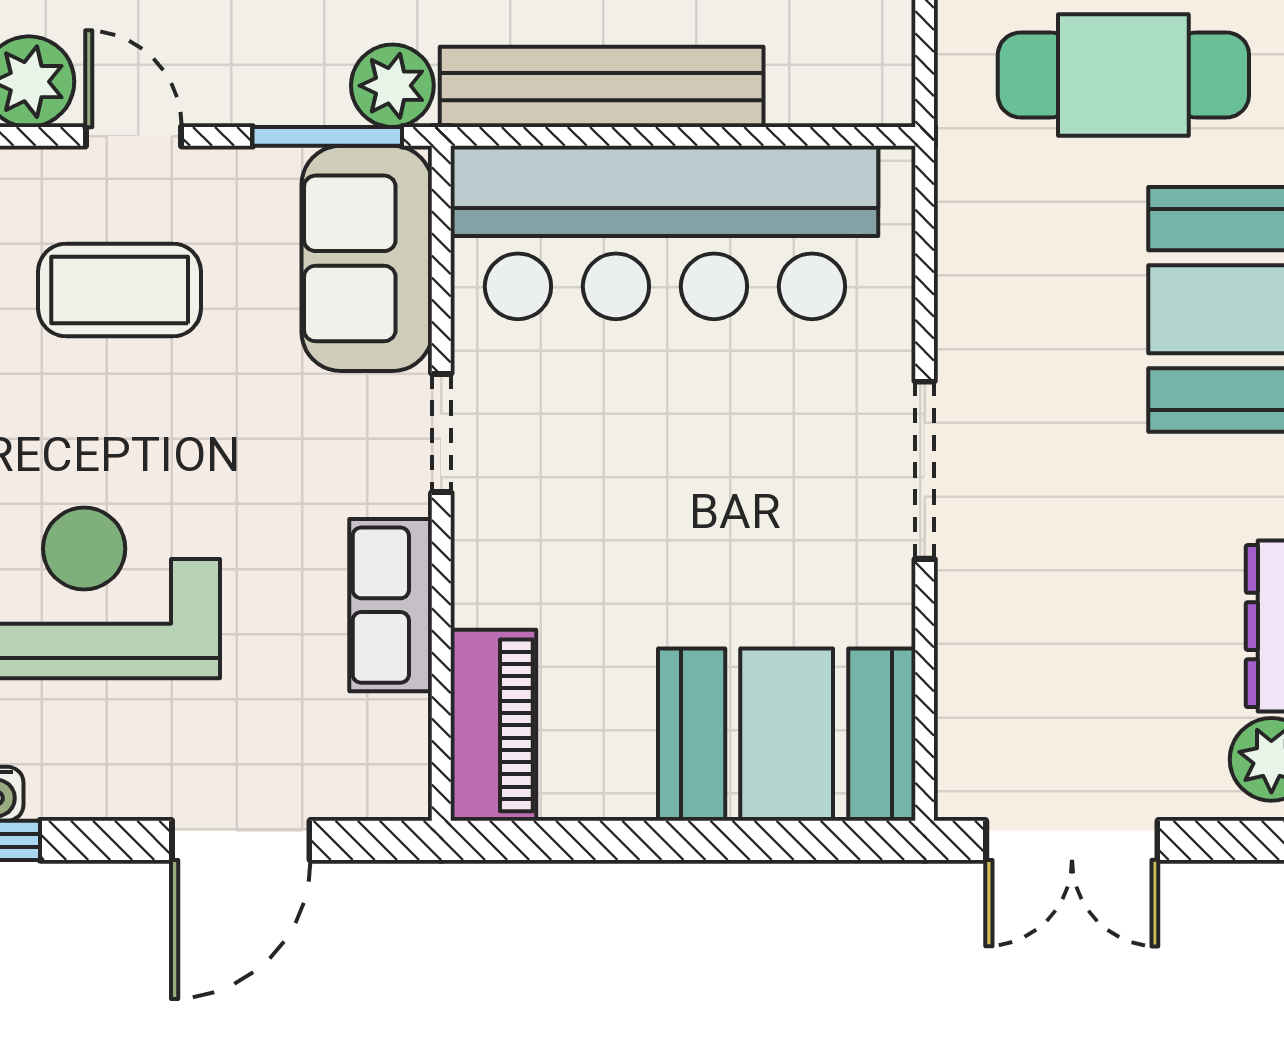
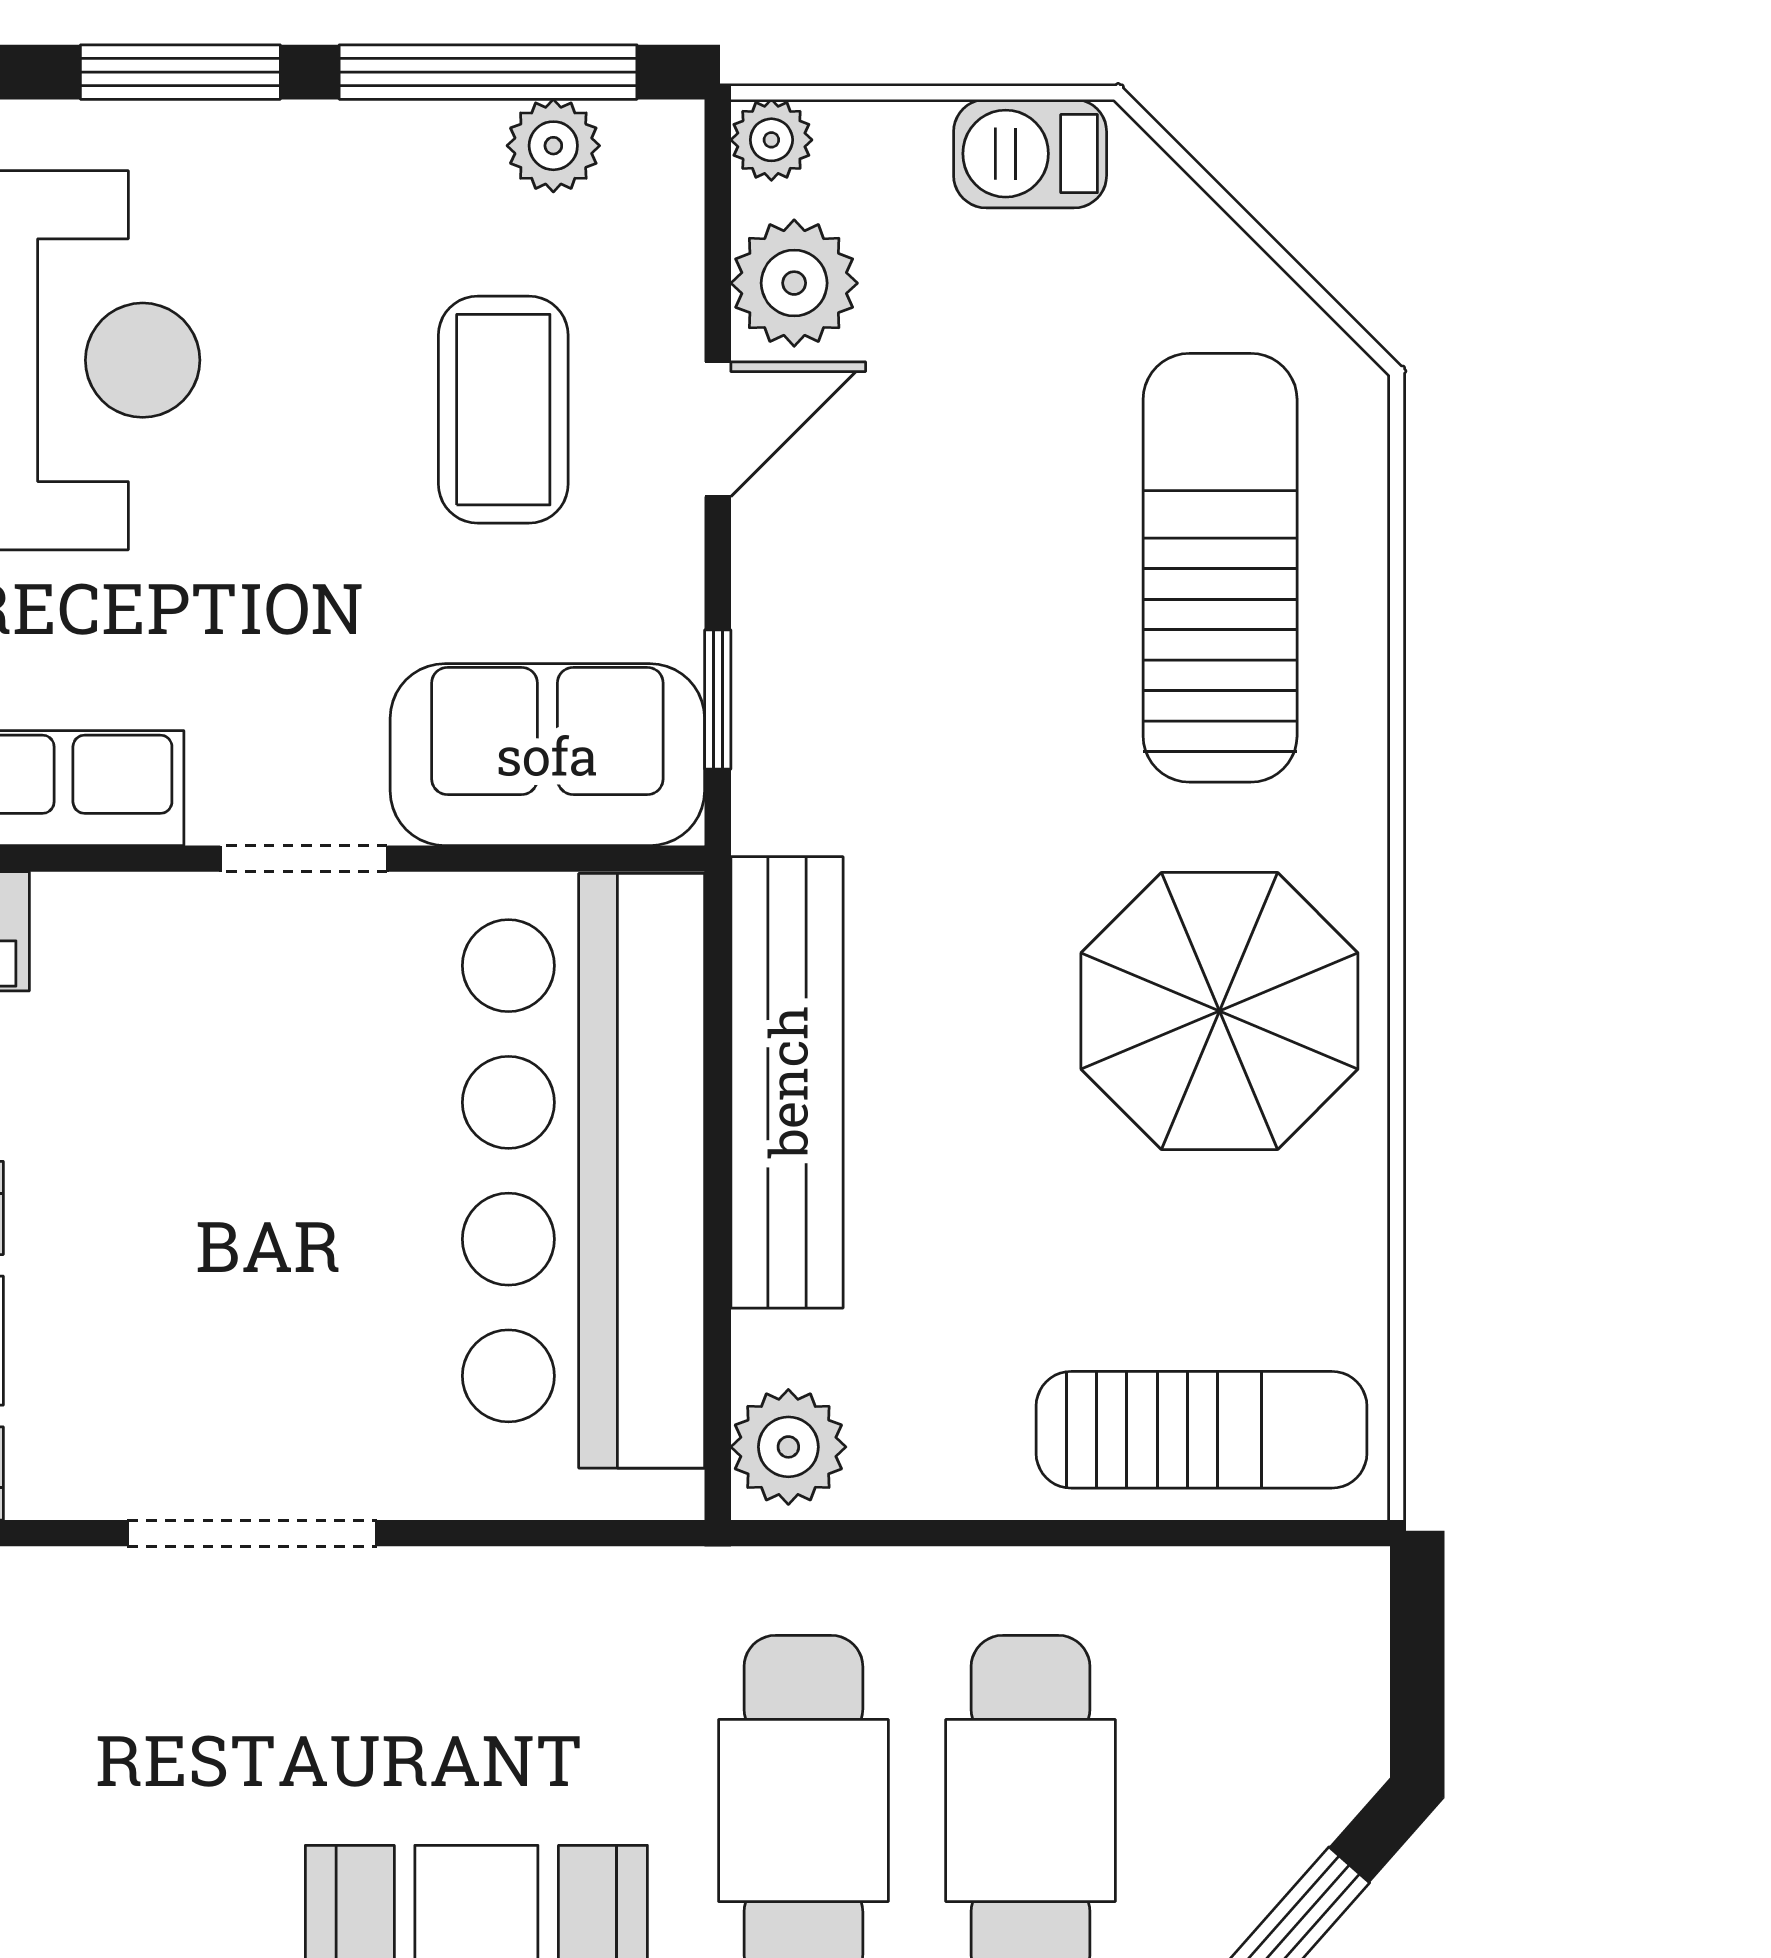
plant: (392, 86) -> (788, 1447), moved
window: (327, 136) -> (718, 700), width x0.67

